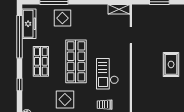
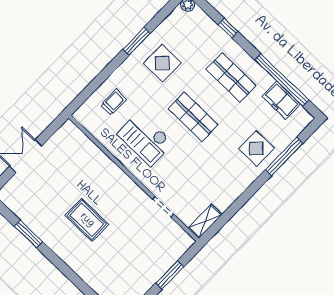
freezer: (29, 24) -> (281, 100), width x0.71
shop shelf: (76, 61) -> (193, 117), width x0.70, depth x0.74
checkout: (107, 74) -> (145, 139), turned 180

